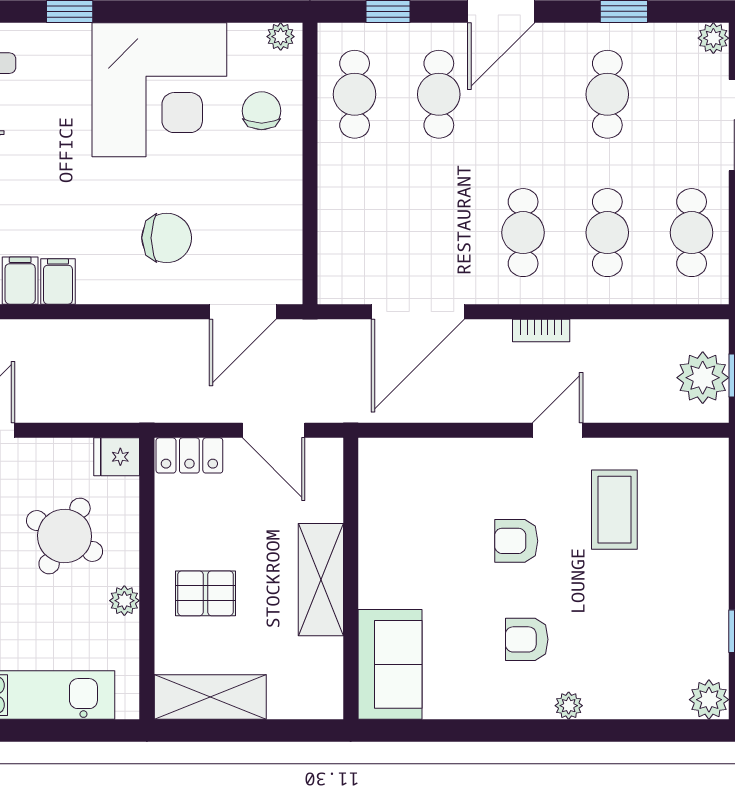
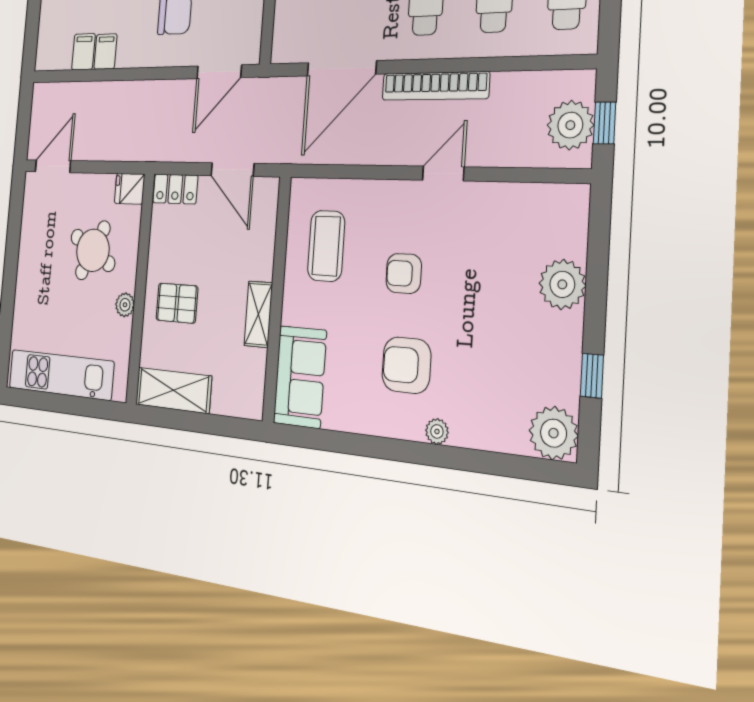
bookcase: (541, 331) -> (435, 86), width x2.31, depth x1.31
coffee table: (614, 510) -> (326, 246), moved
plant: (703, 542) -> (562, 284), added
shelving: (321, 580) -> (258, 314), width x0.67, depth x0.75
armchair: (527, 639) -> (406, 365), width x1.38, depth x1.38
plant: (709, 700) -> (554, 433), width x1.36, depth x1.36

